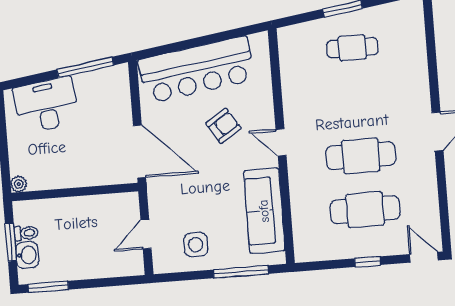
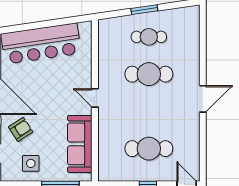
armchair: (223, 126) -> (21, 129), moved
cafe table: (361, 156) -> (149, 74), moved

